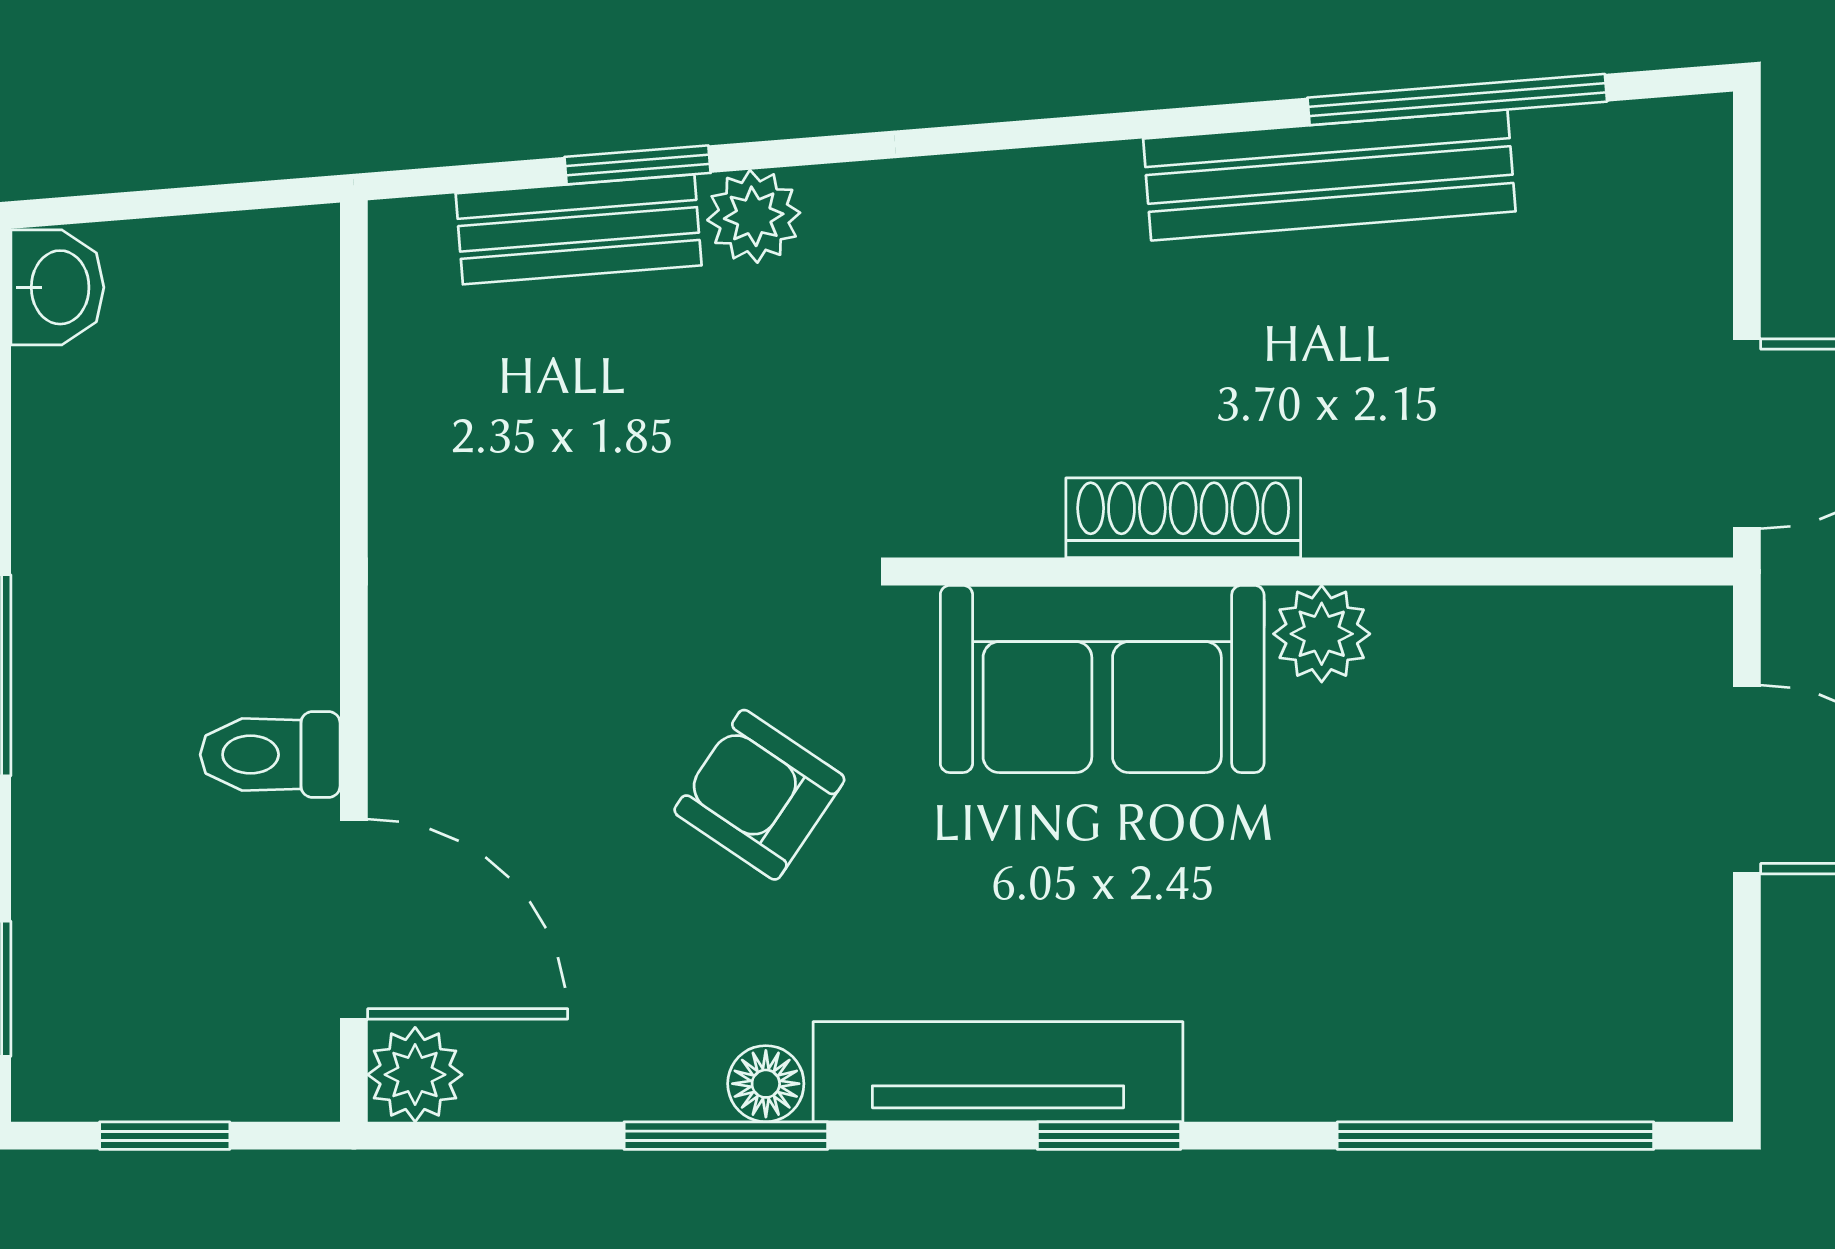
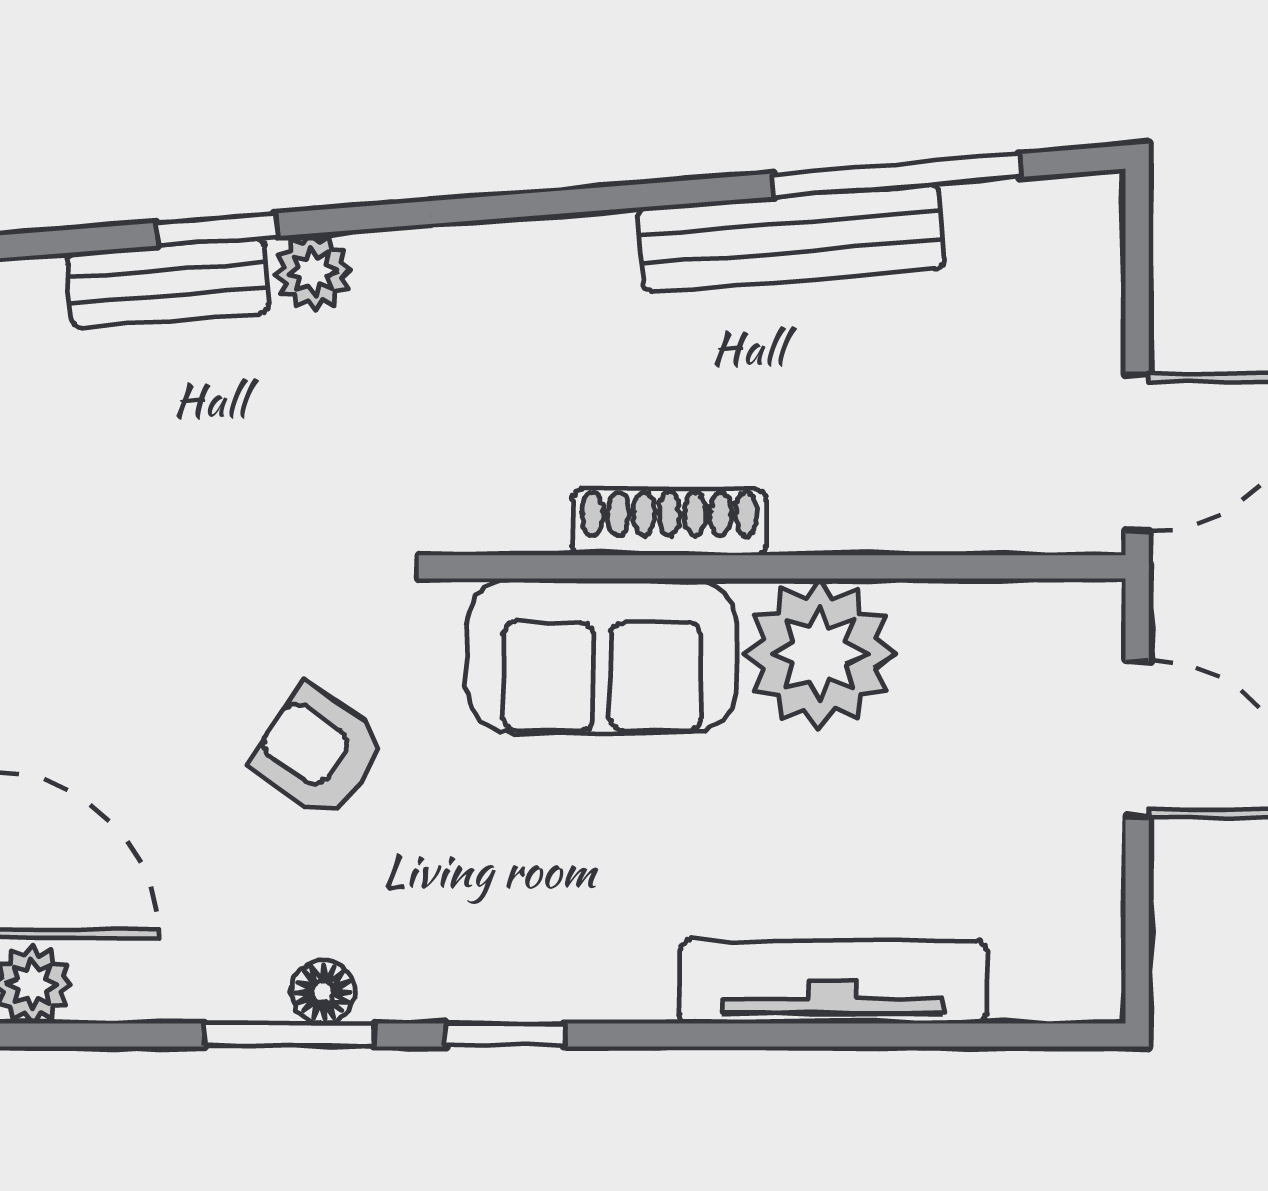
plant: (1322, 634) -> (819, 654), width x1.87, depth x1.87
tv unit: (998, 1072) -> (833, 982), moved
window: (1109, 1136) -> (505, 1035), moved
window: (1495, 1136) -> (928, 1035), removed

